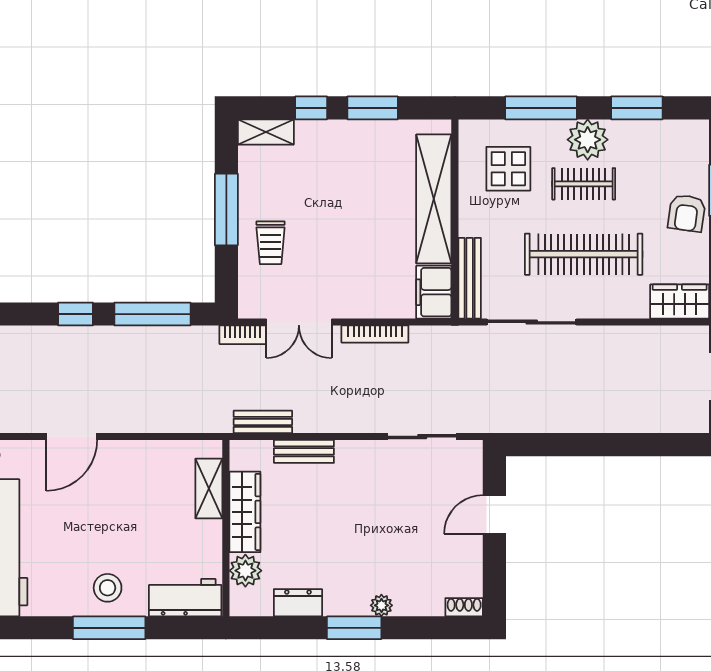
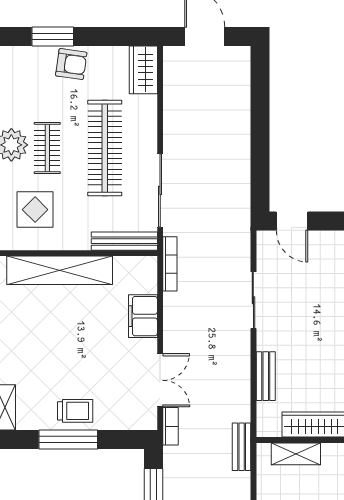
trolley: (271, 243) -> (75, 411), moved
filing cabinet: (434, 292) -> (143, 316), moved, turned 90
bookcase: (375, 334) -> (170, 264), moved
bench: (263, 422) -> (242, 447), moved
sliding door: (422, 437) -> (253, 300), moved
door: (494, 515) -> (292, 221), moved

